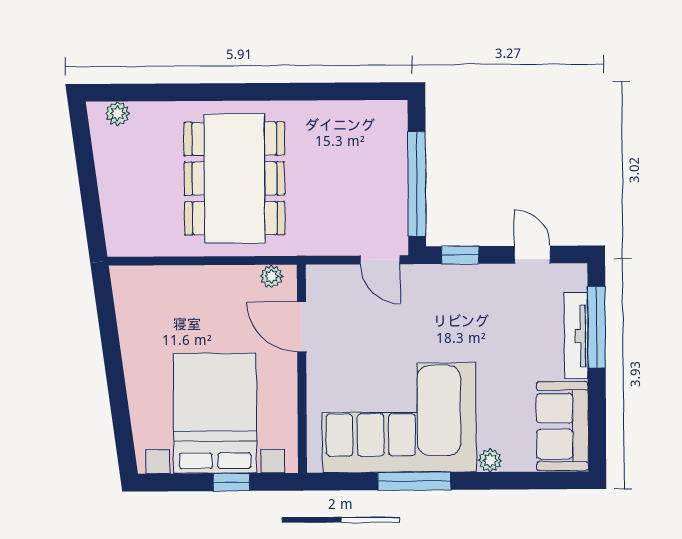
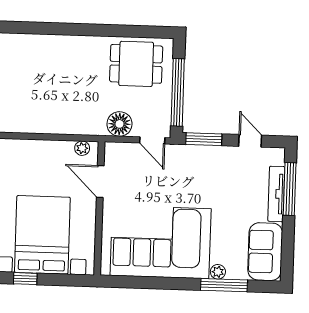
dining table: (234, 179) -> (136, 64), moved, width x0.53, depth x0.80
floor lamp: (328, 236) -> (119, 124), added
window: (460, 255) -> (204, 139), width x1.50
window: (414, 481) -> (224, 285), moved
window: (231, 482) -> (25, 279), moved

